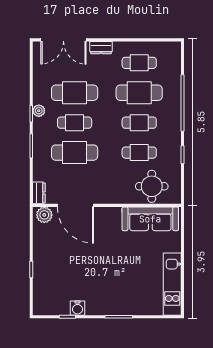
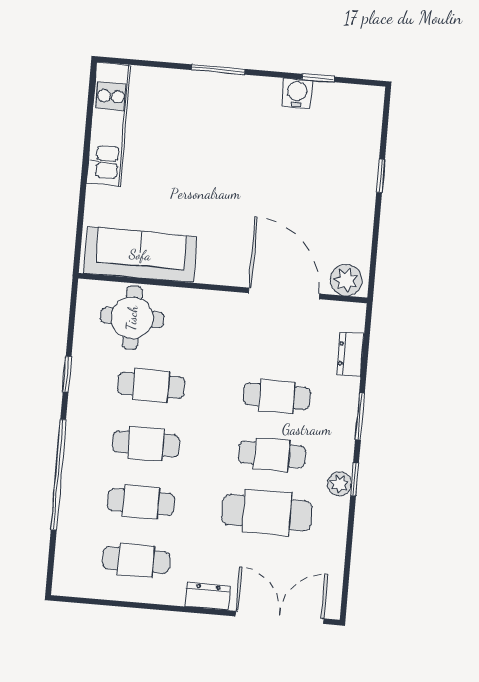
cafe table: (139, 93) -> (141, 502), width x0.73, depth x0.74
cafe table: (75, 153) -> (277, 396), width x0.73, depth x0.74
dresser: (39, 193) -> (350, 354), moved

